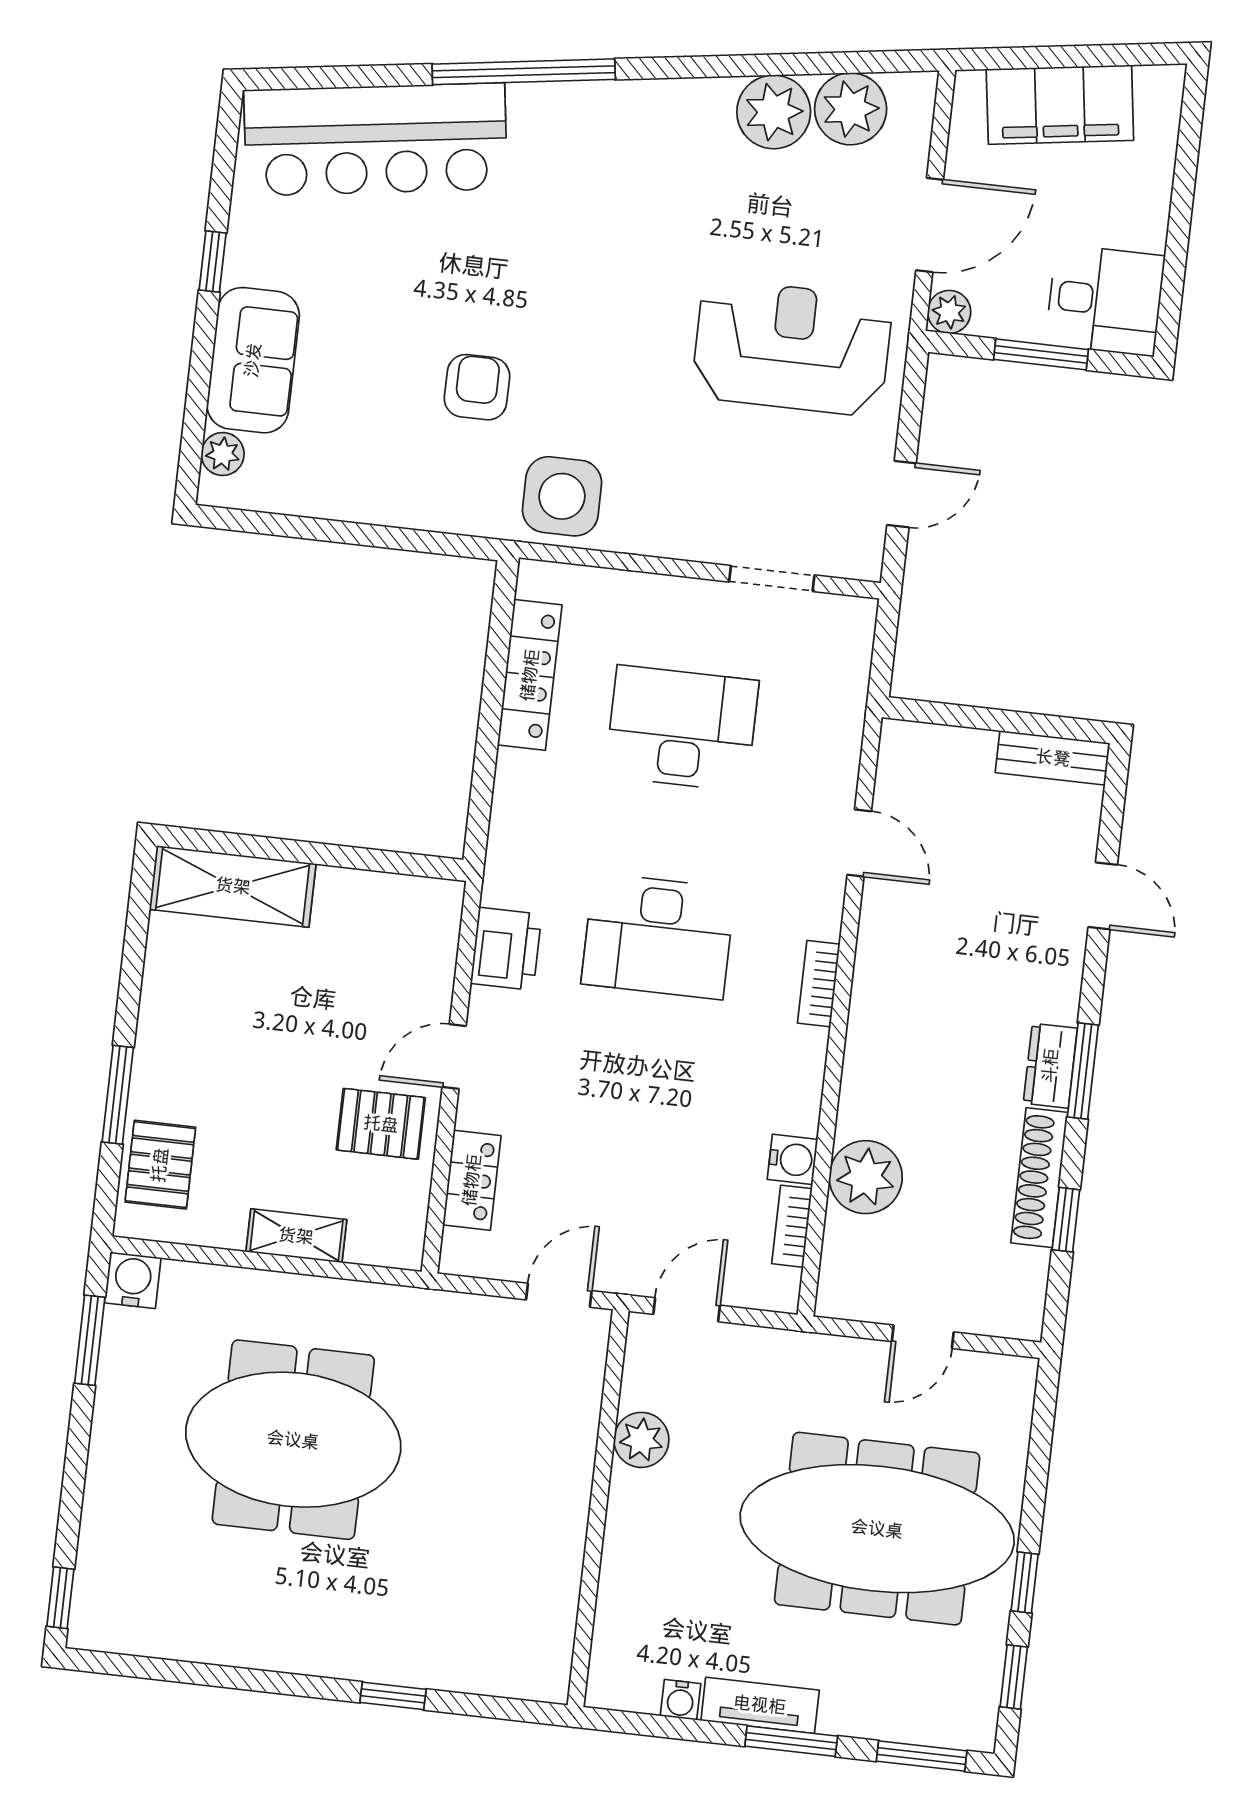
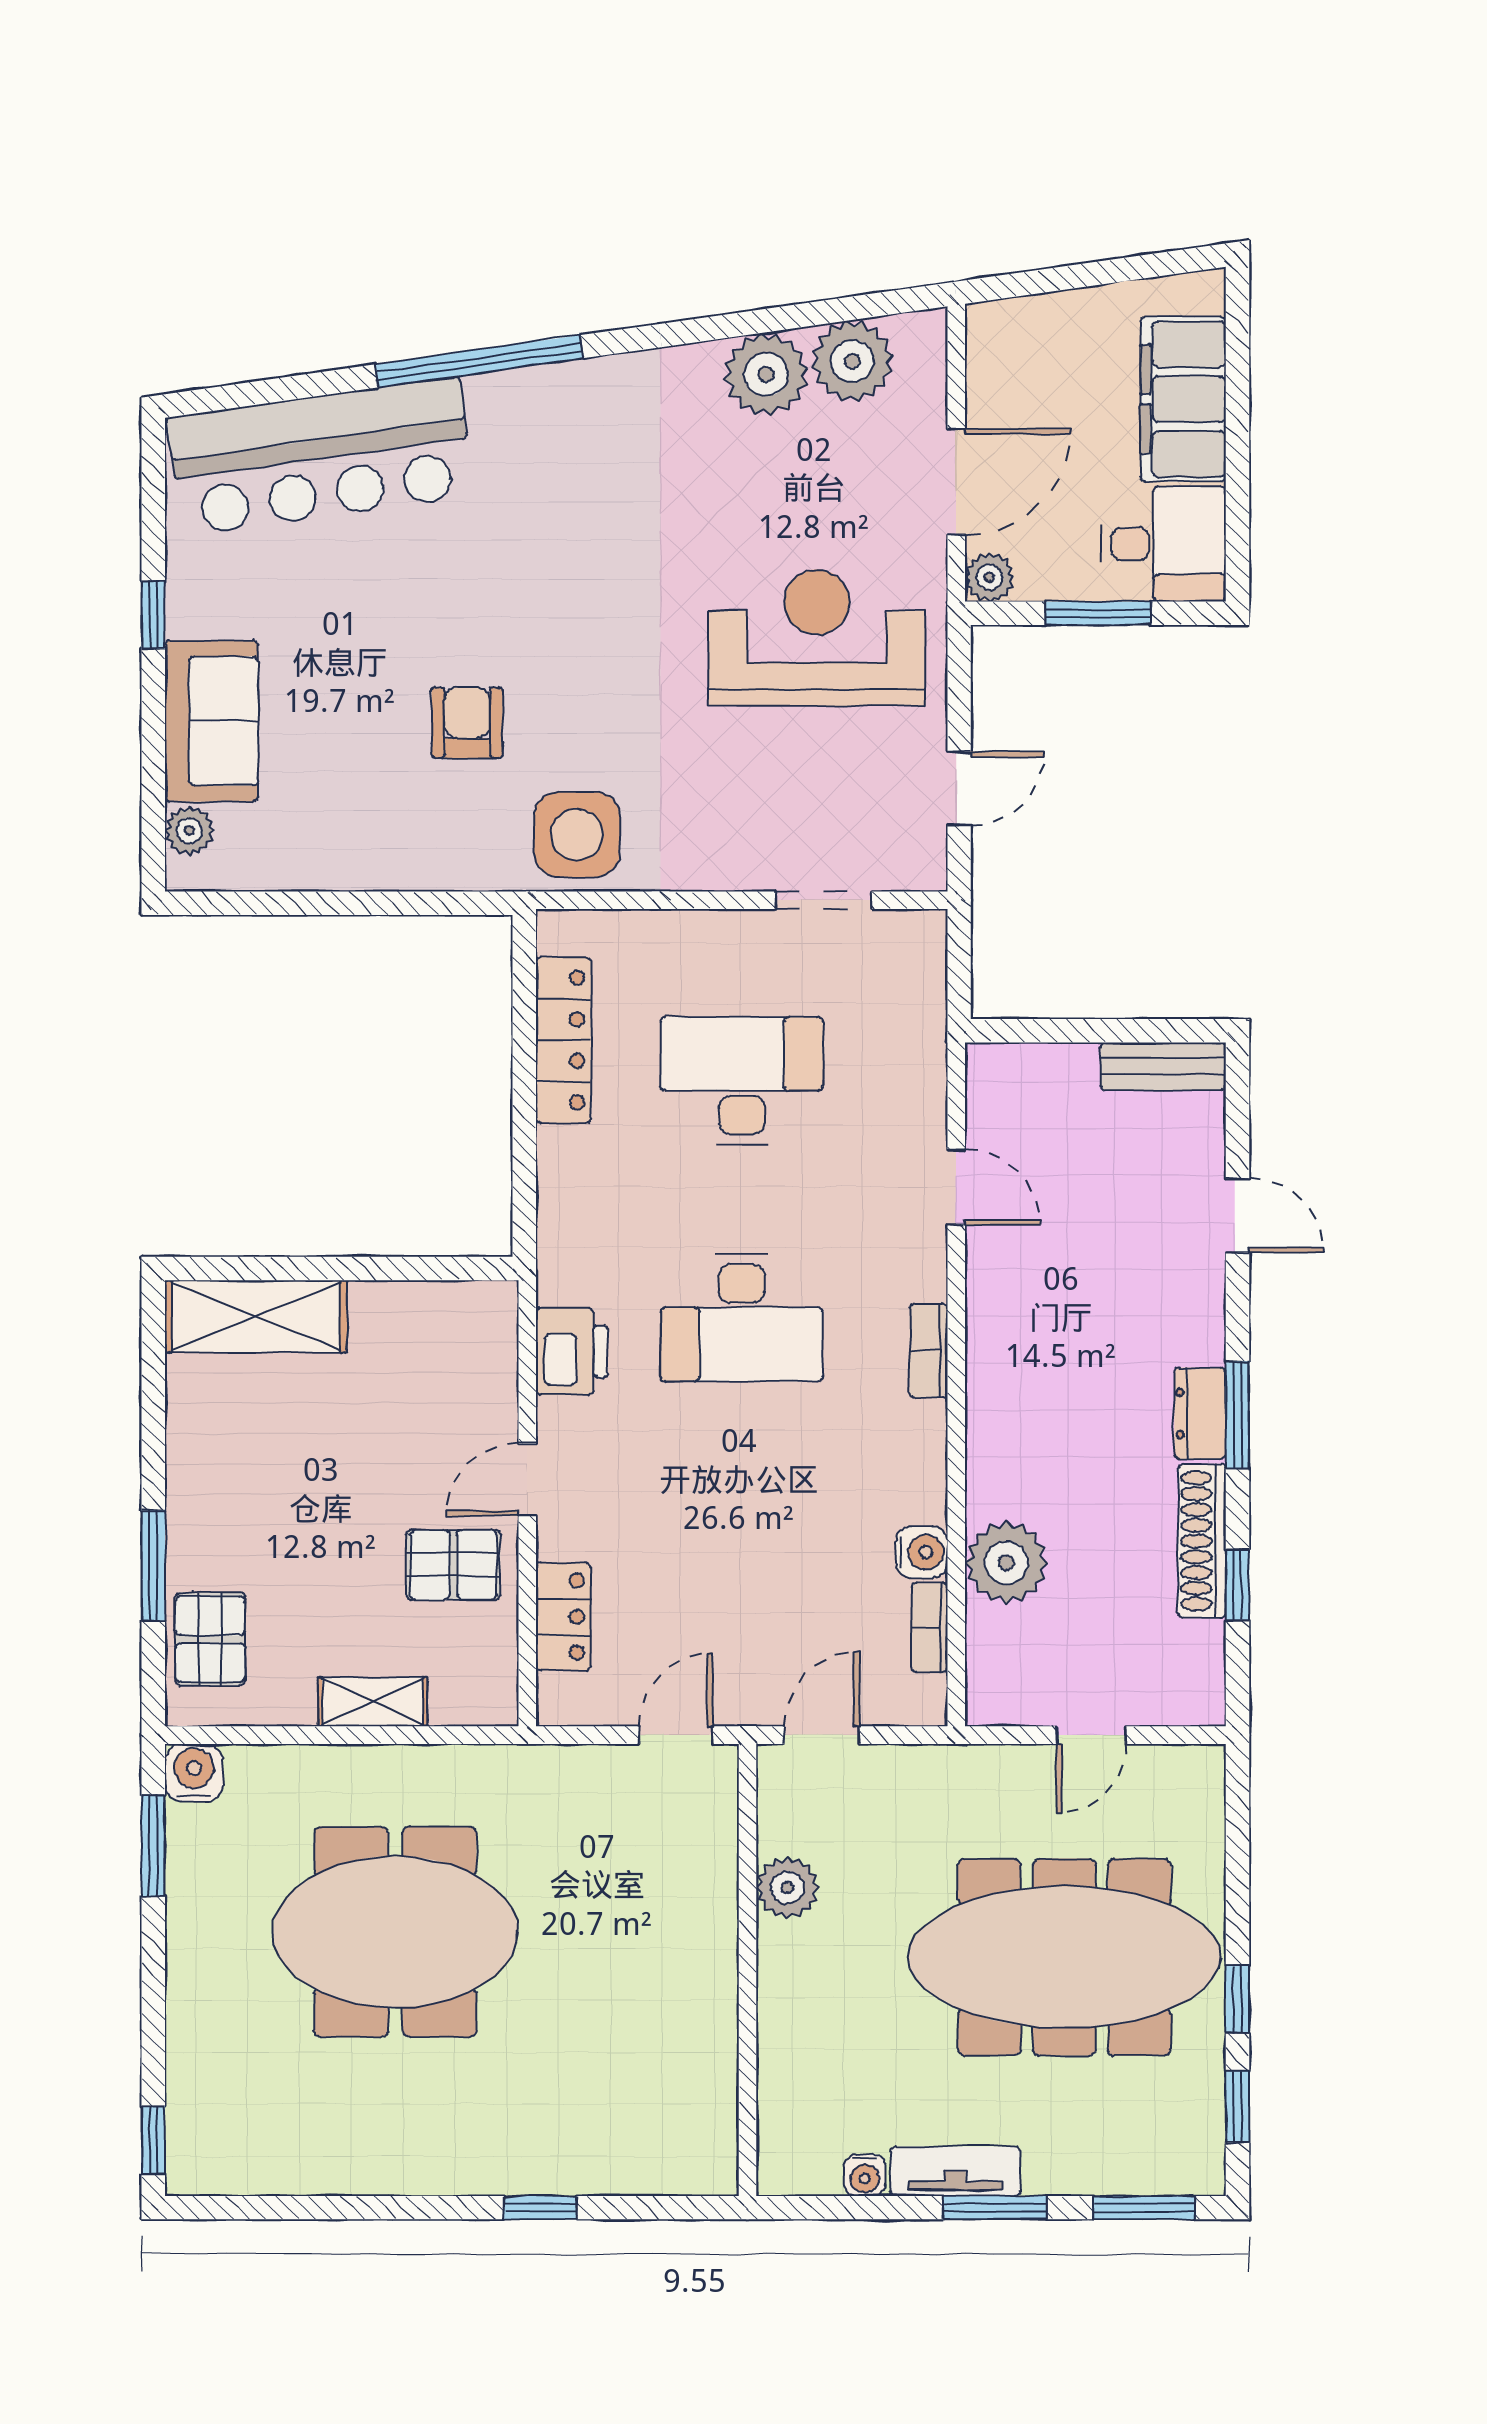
filing cabinet: (1060, 105) -> (1183, 399), moved, turned 98

